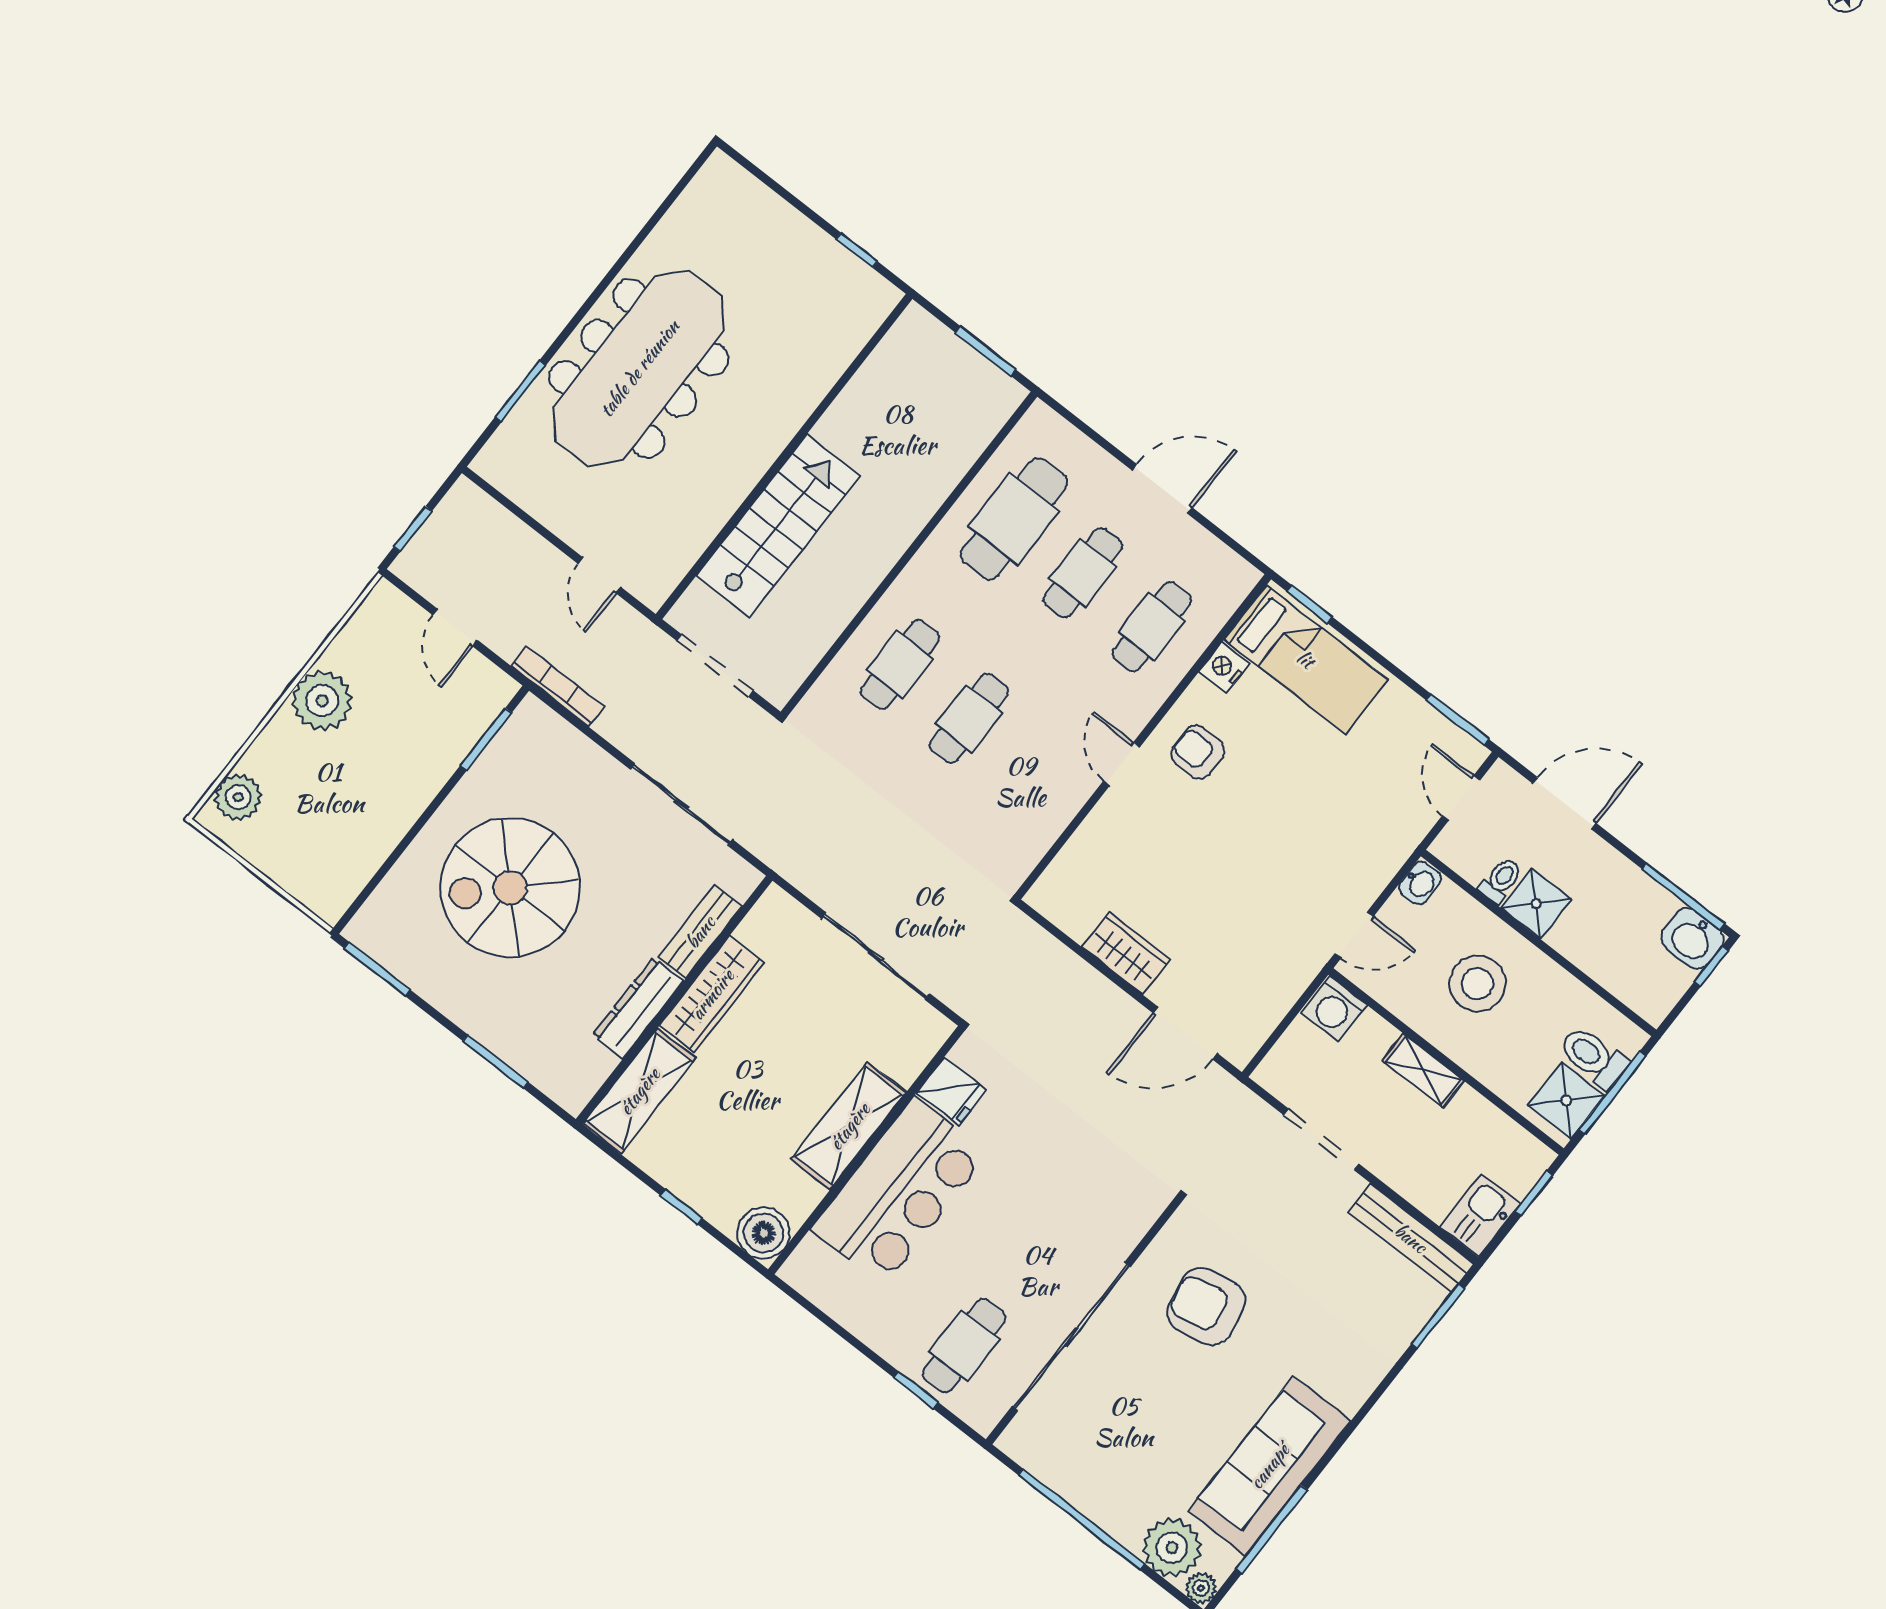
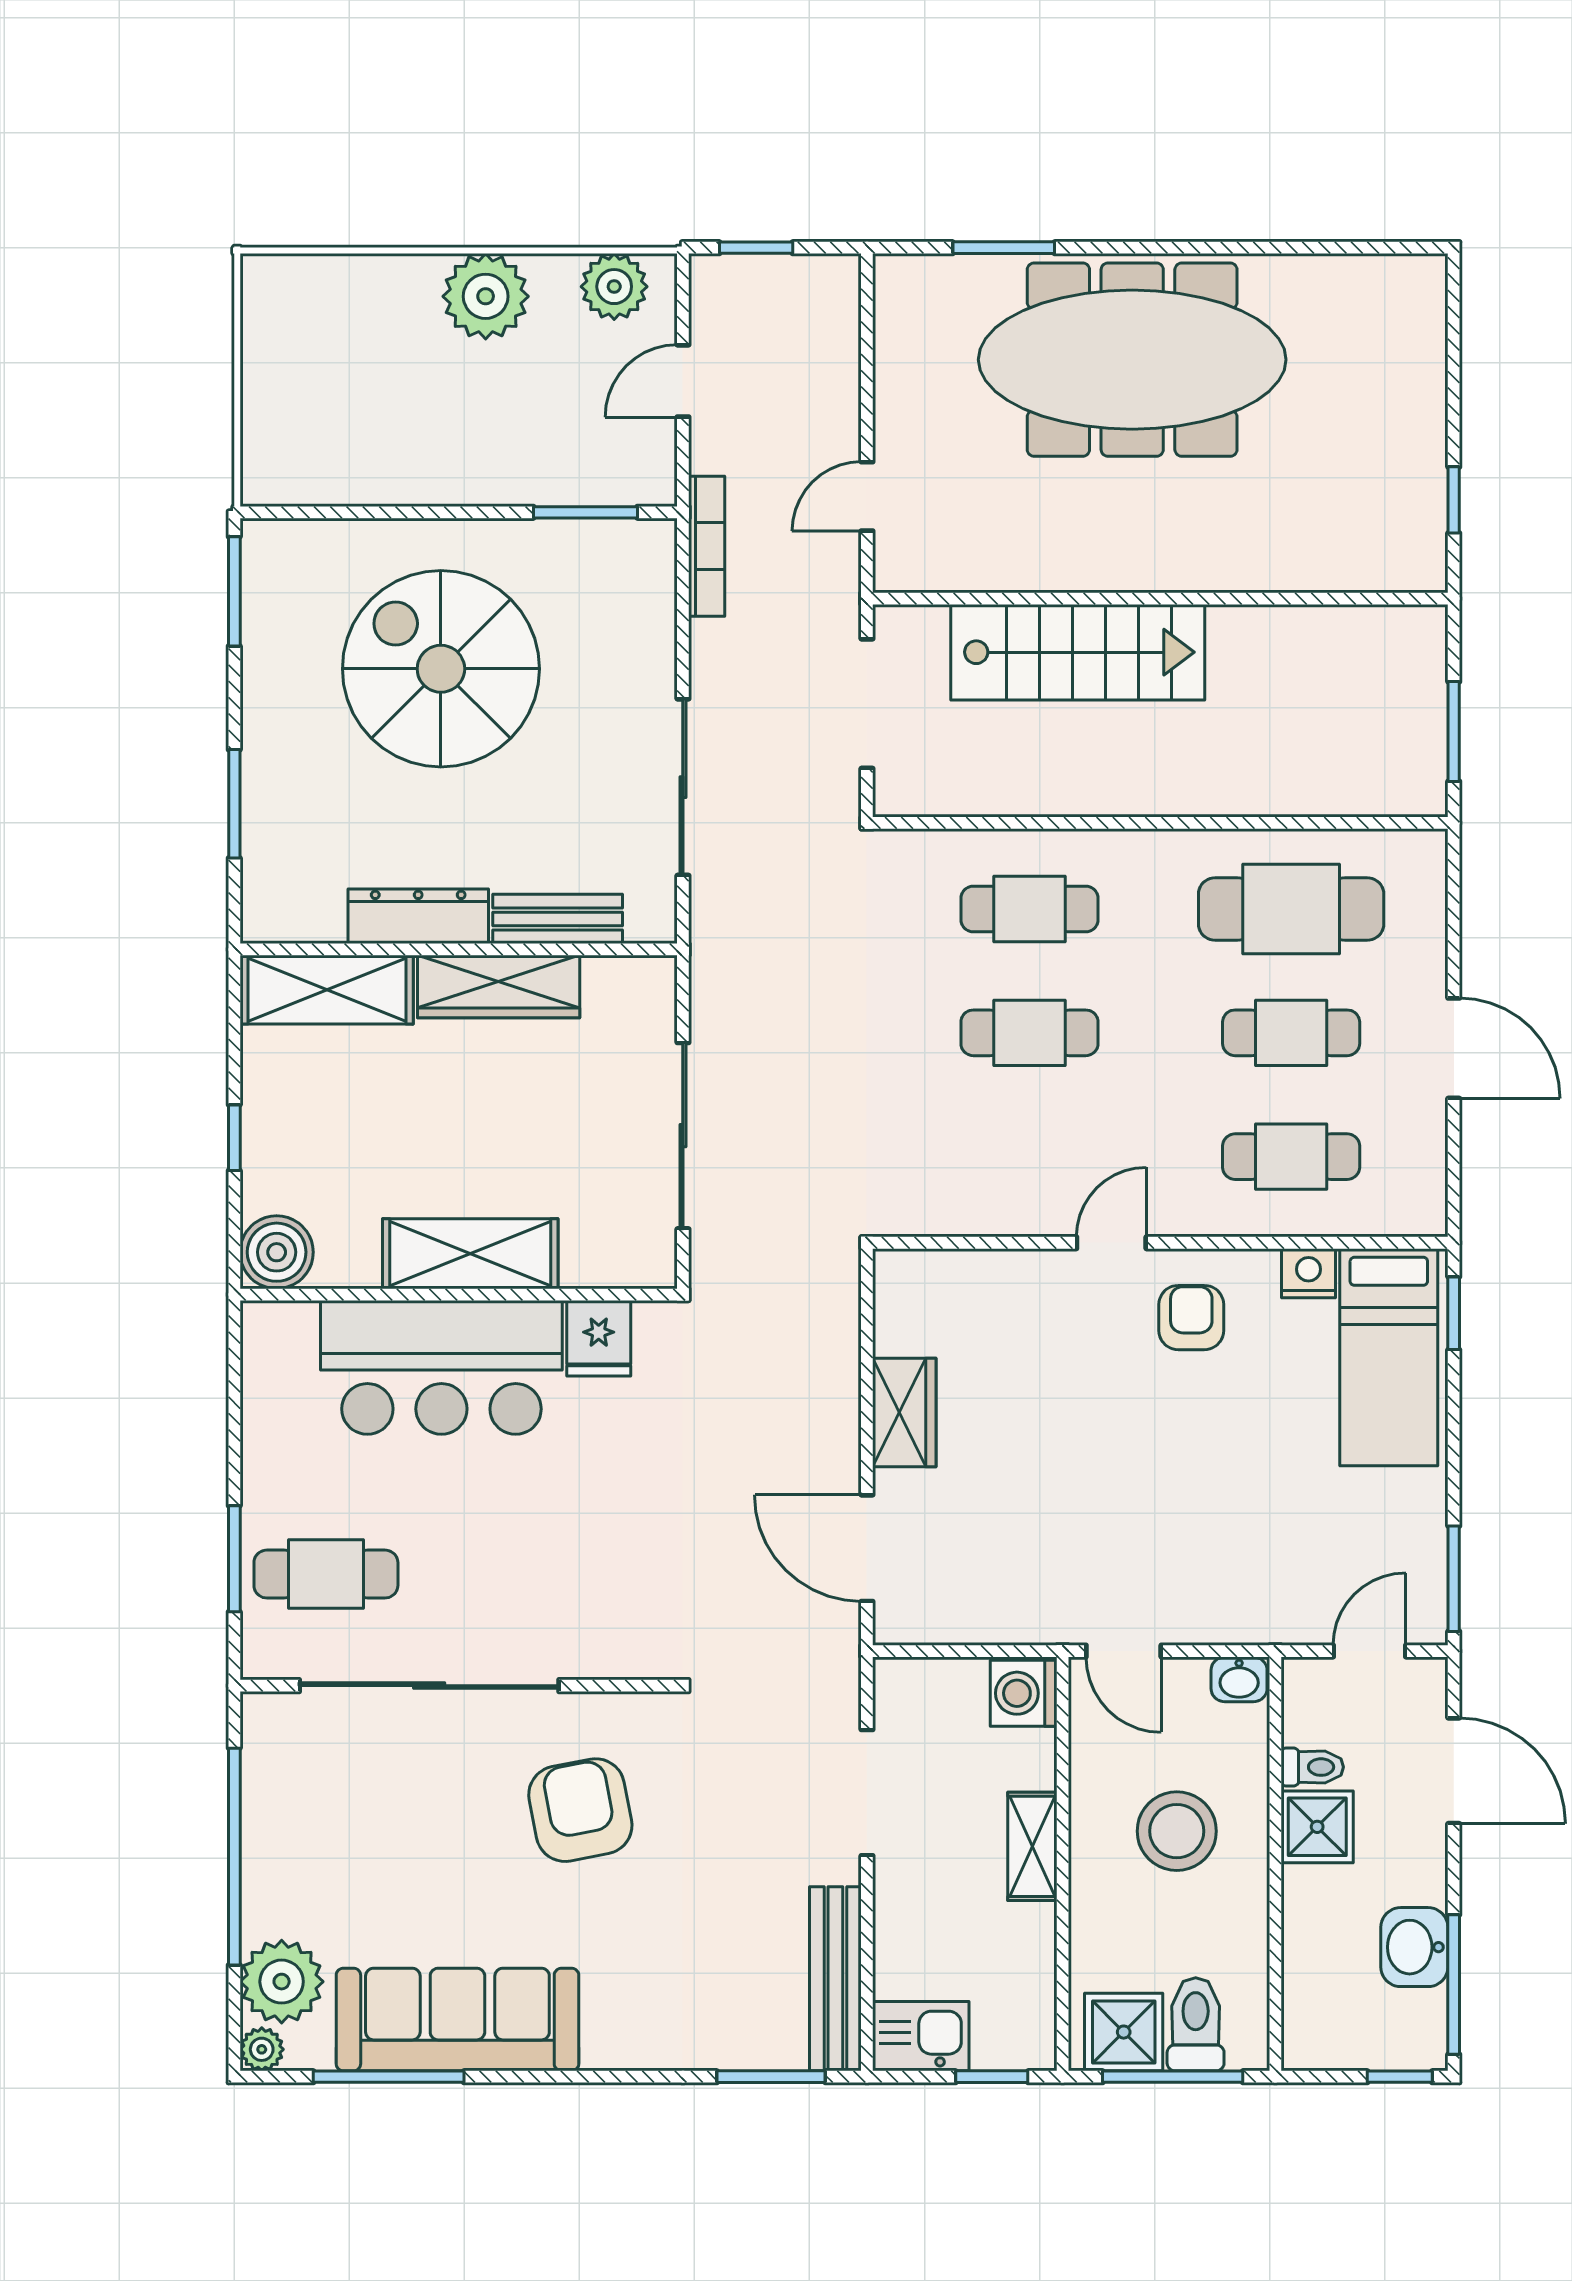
plant: (238, 797) -> (614, 287), moved
washbasin: (1692, 938) -> (1414, 1947), moved
window: (916, 1390) -> (234, 1559), width x1.50

